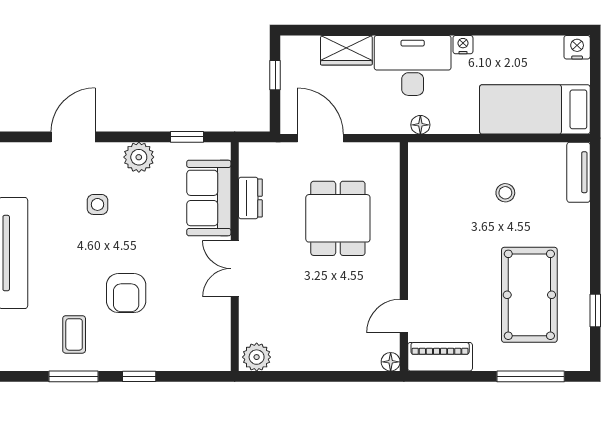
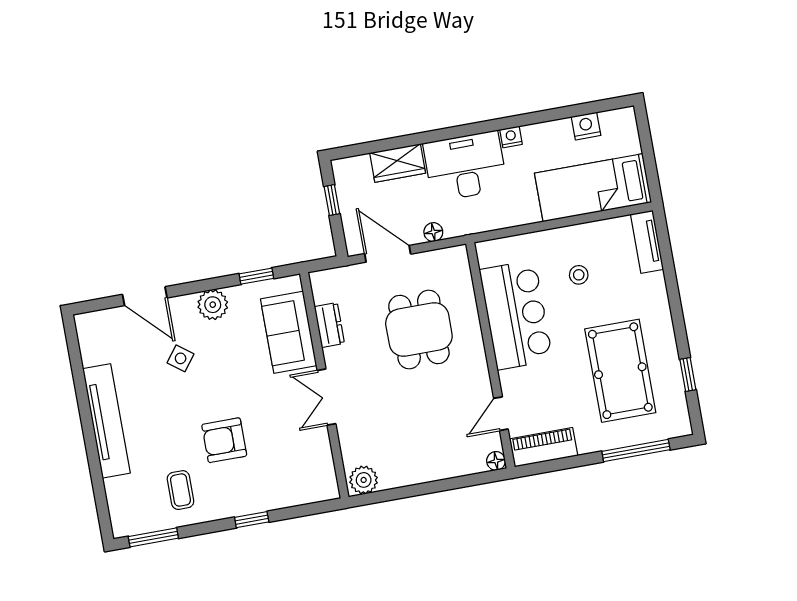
nightstand: (577, 47) -> (586, 126), moved
floor lamp: (420, 125) -> (433, 232), moved
door: (73, 137) -> (145, 296), swing flipped
side table: (97, 204) -> (181, 358), turned 37
bar counter: (436, 221) -> (516, 315), added
armchair: (126, 293) -> (224, 440), turned 90
window: (73, 376) -> (153, 537), moved

